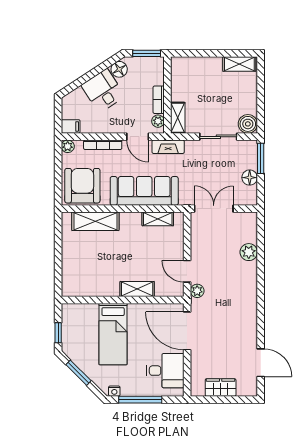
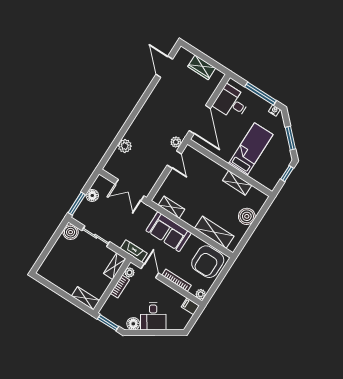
shelving: (239, 64) -> (86, 298), moved
sofa: (144, 191) -> (169, 232), width x0.73
boiler: (72, 260) -> (247, 216), added
shelving: (137, 289) -> (237, 183), moved

